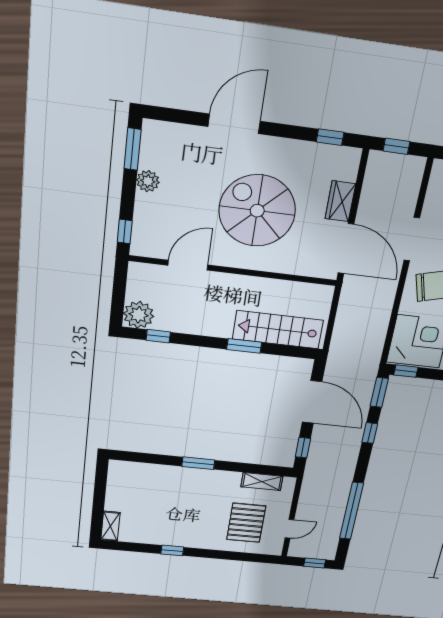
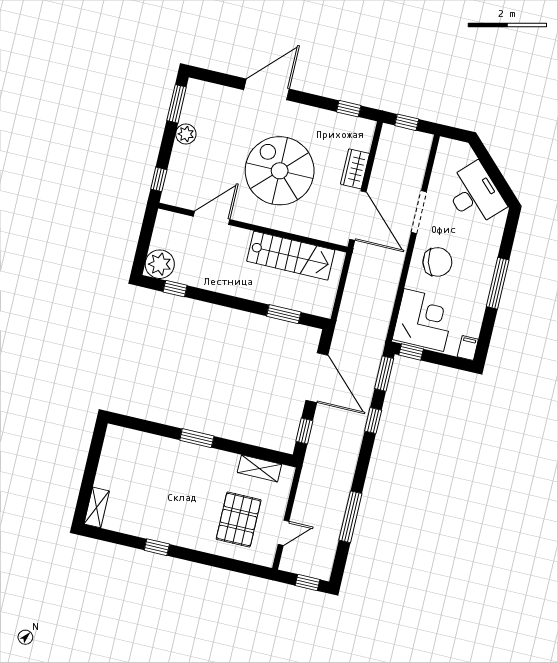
stairs: (278, 330) -> (291, 256), moved, turned 180
window: (244, 346) -> (284, 314), moved
window: (352, 511) -> (350, 517), width x0.68

